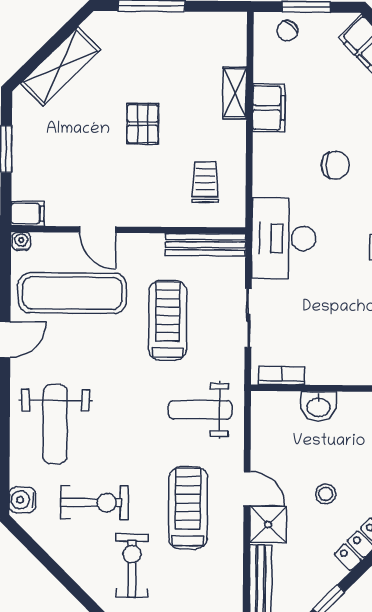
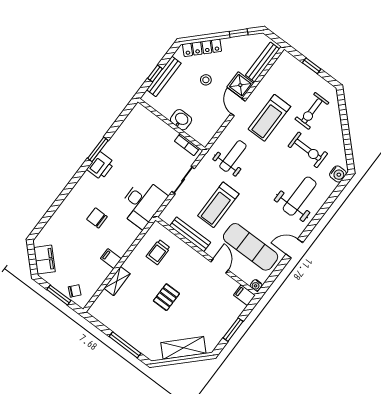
filing cabinet: (269, 108) -> (111, 259), width x0.50
bench: (205, 245) -> (190, 234), moved
weight bench: (200, 410) -> (233, 156), turned -90
exercise bike: (94, 503) -> (308, 150), turned 180

